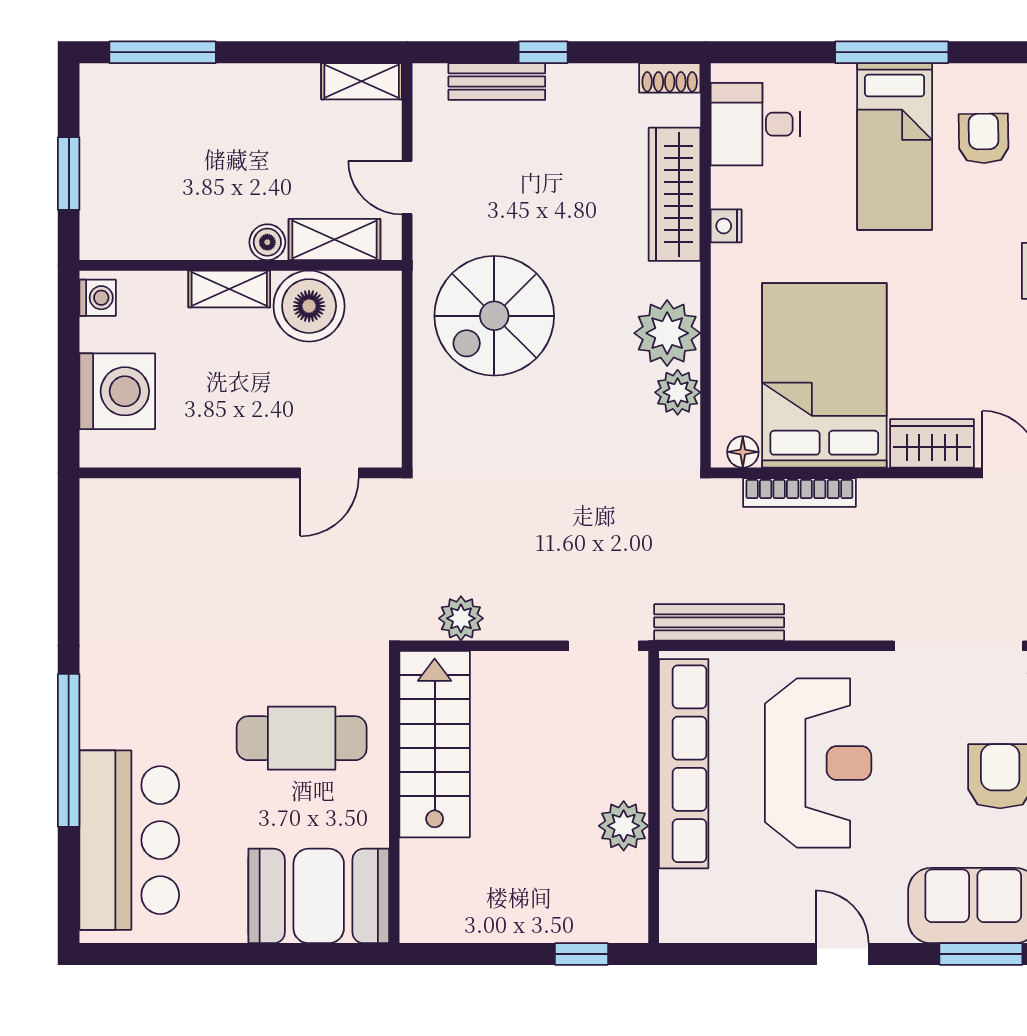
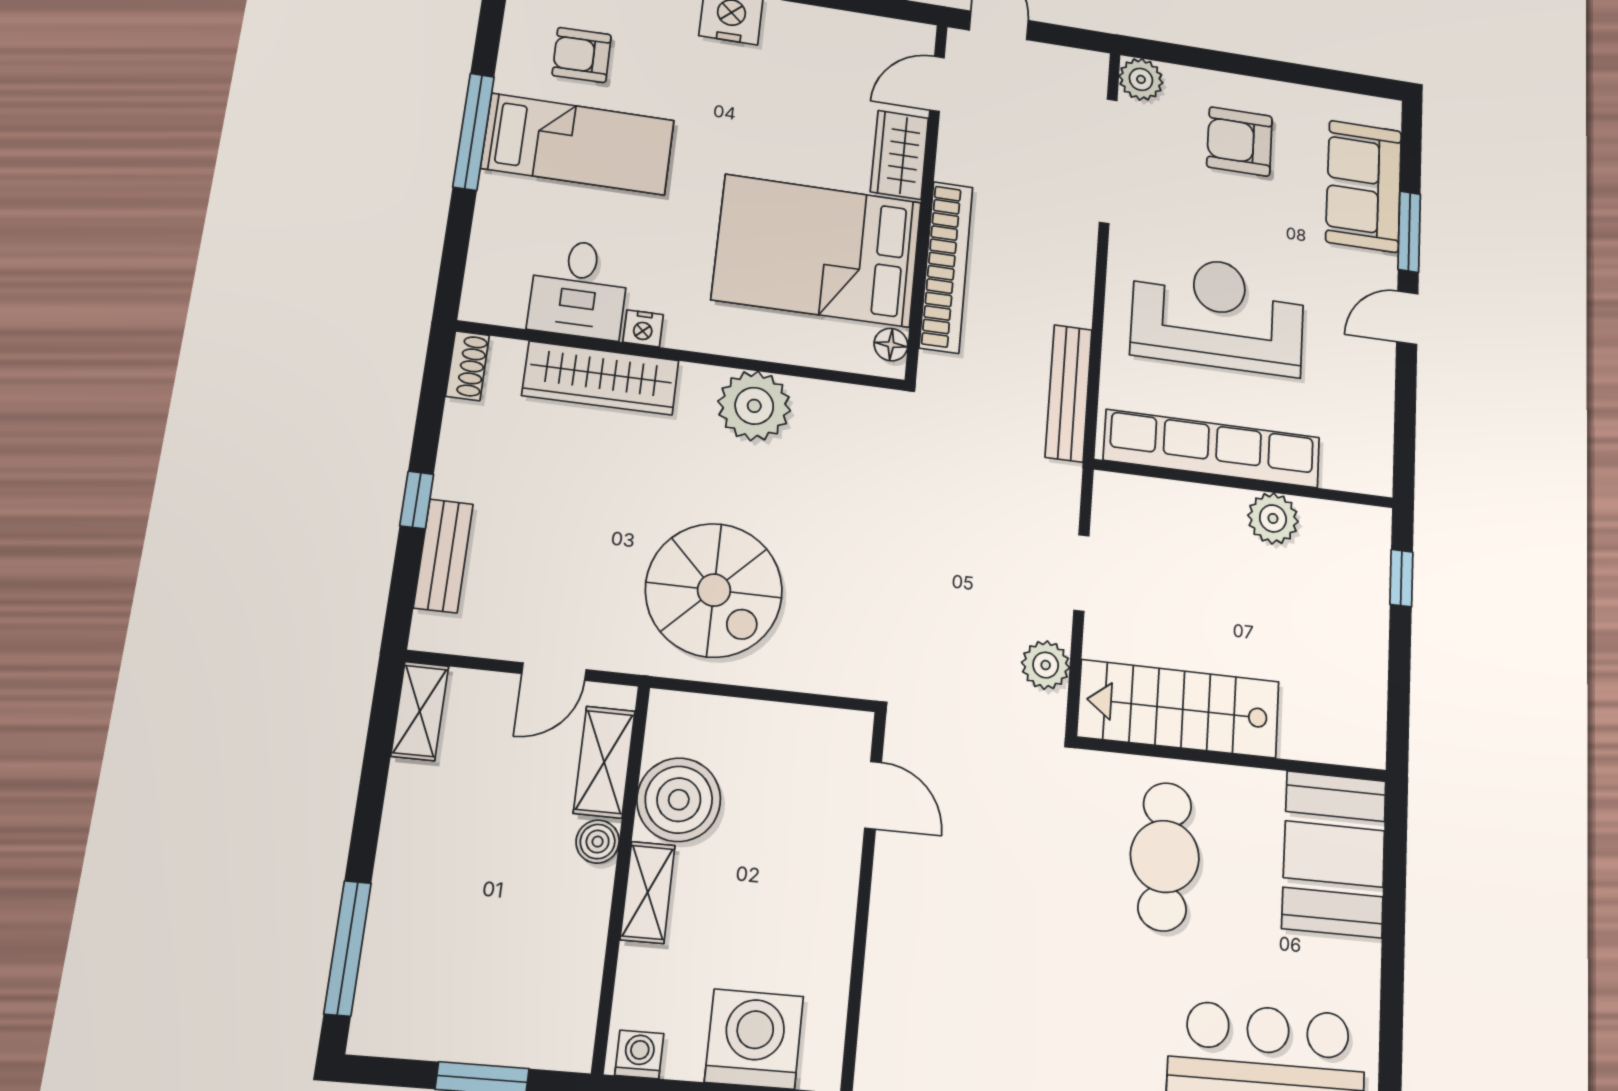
desk: (755, 124) -> (579, 289), moved
plant: (678, 392) -> (820, 403), removed
bookcase: (799, 492) -> (946, 267), width x1.48, depth x1.31
doorway: (603, 646) -> (1081, 573), moved
window: (981, 954) -> (1409, 232), moved

